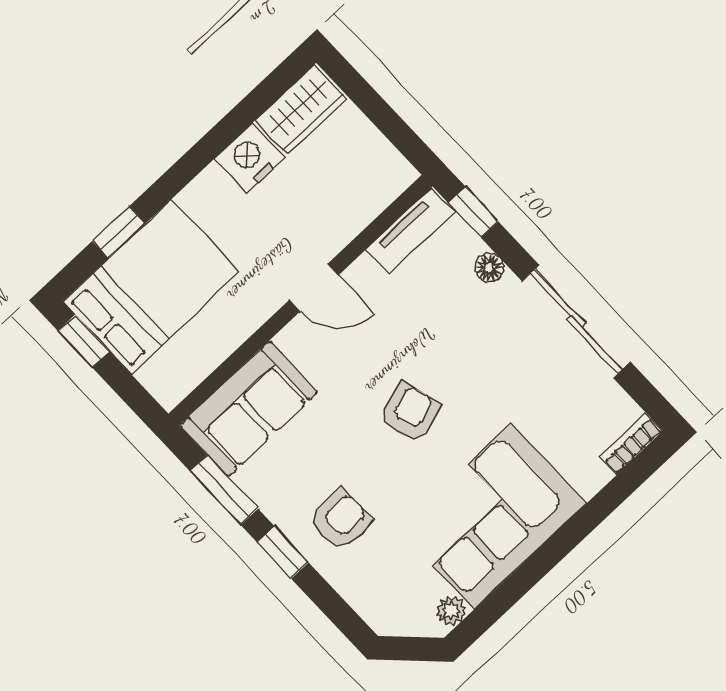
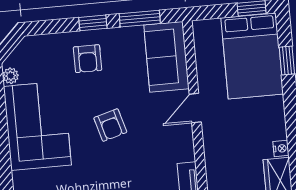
nightstand: (250, 158) -> (281, 148), width x0.53, depth x0.56
door: (314, 287) -> (195, 108), moved

